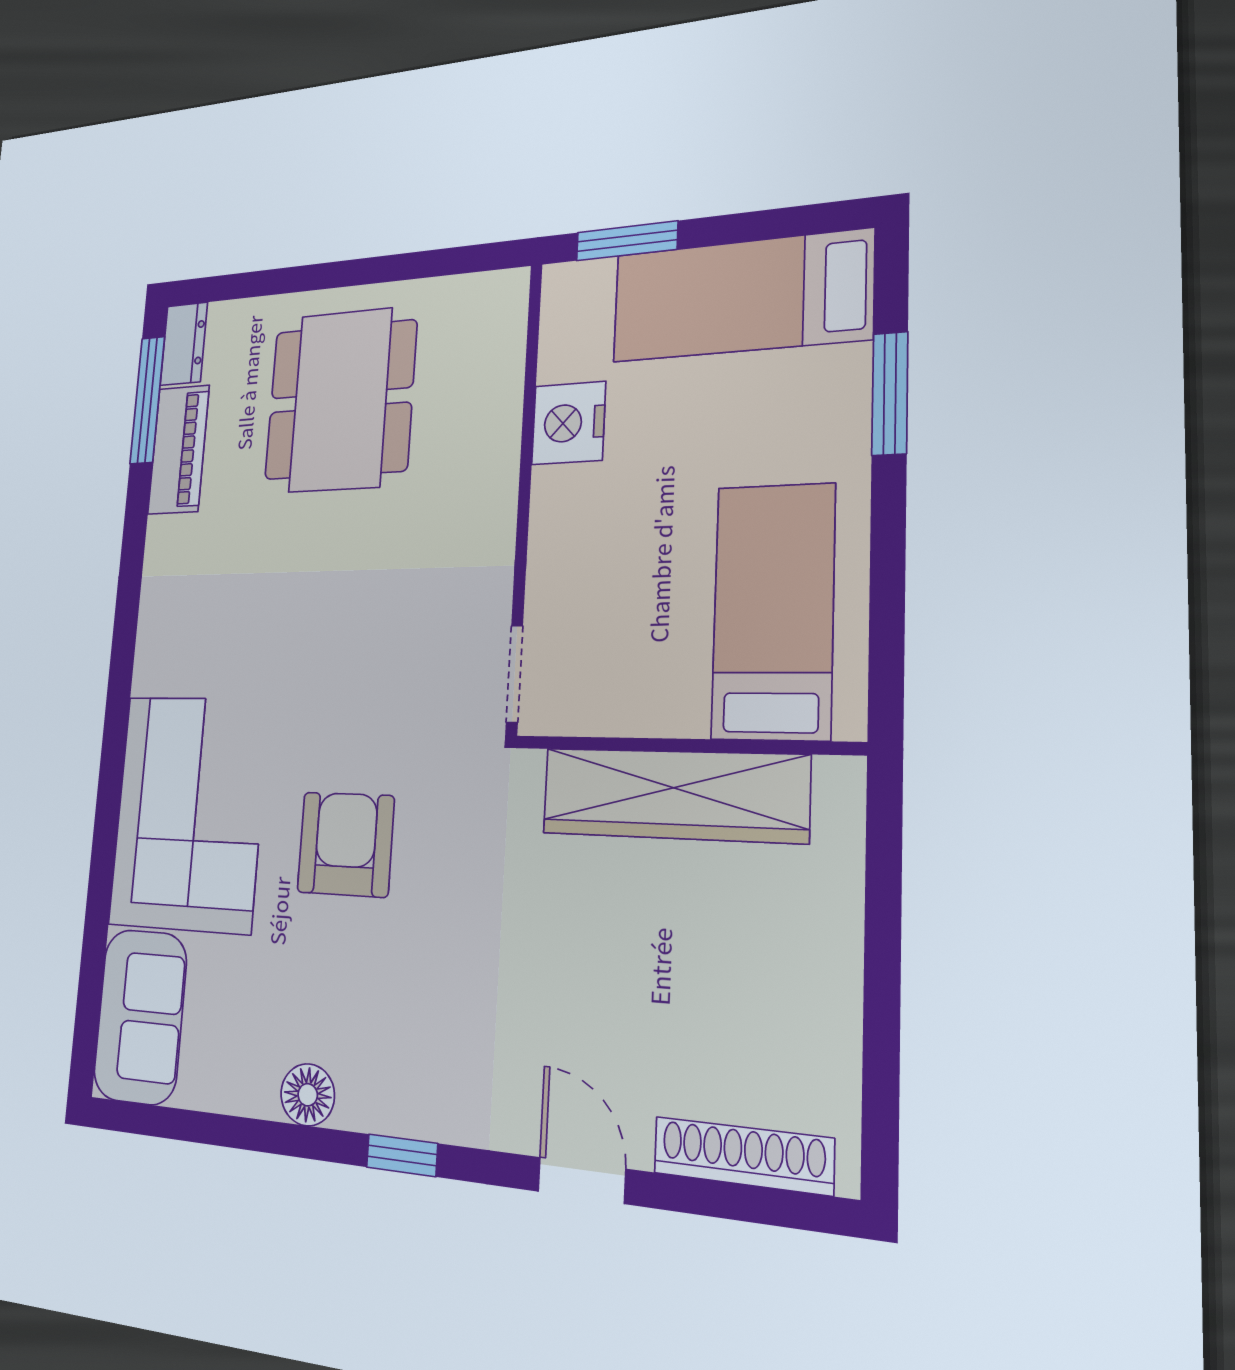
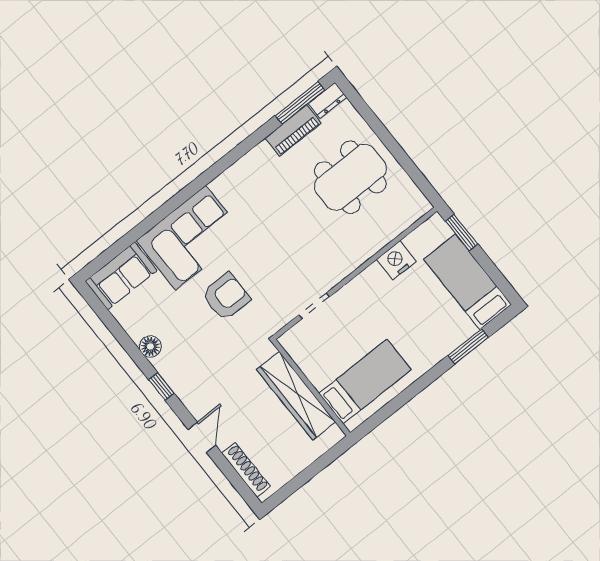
bed: (773, 611) -> (365, 381), moved
wall: (684, 745) -> (311, 388), moved
wardrobe: (673, 795) -> (296, 396), moved

